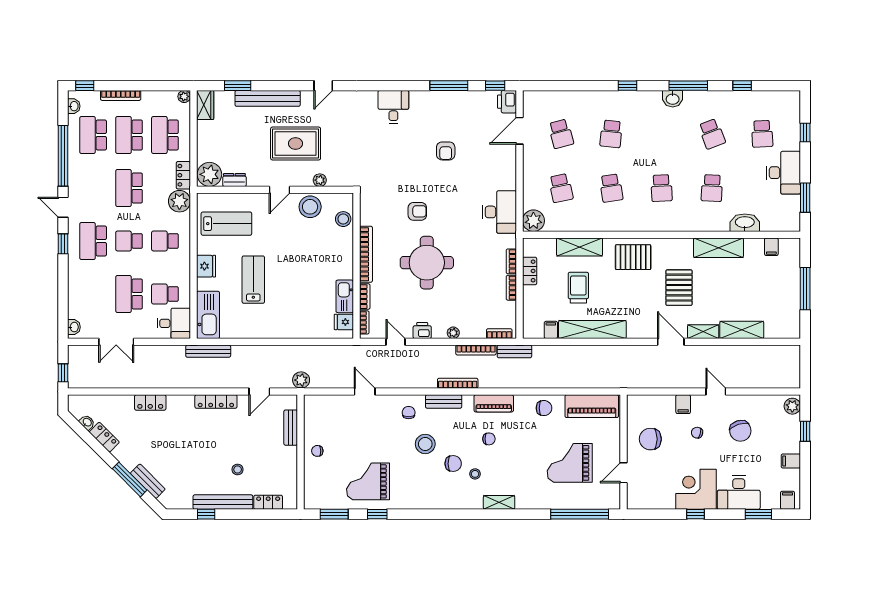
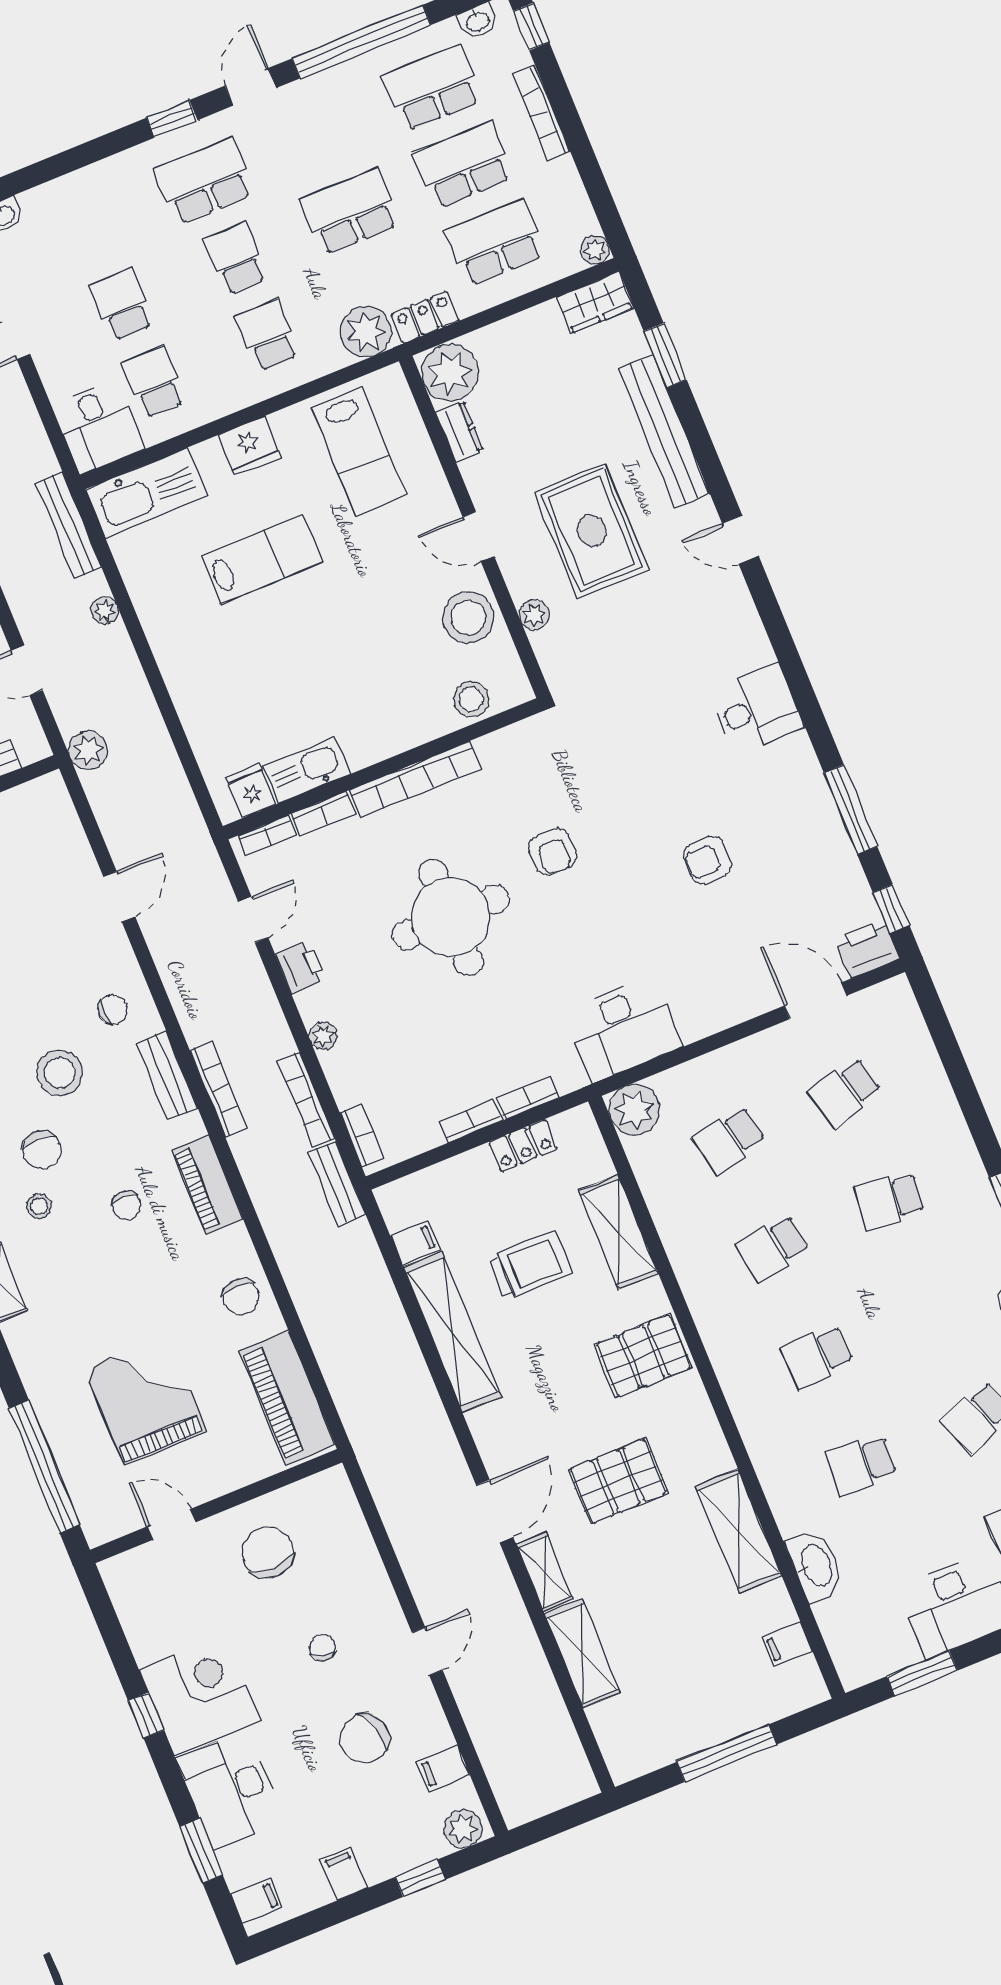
pallet: (633, 257) -> (643, 1356), turned 90
school desk: (129, 294) -> (122, 305), width x0.54
plant: (248, 351) -> (105, 611), added
filing cabinet: (683, 404) -> (443, 1768), moved

